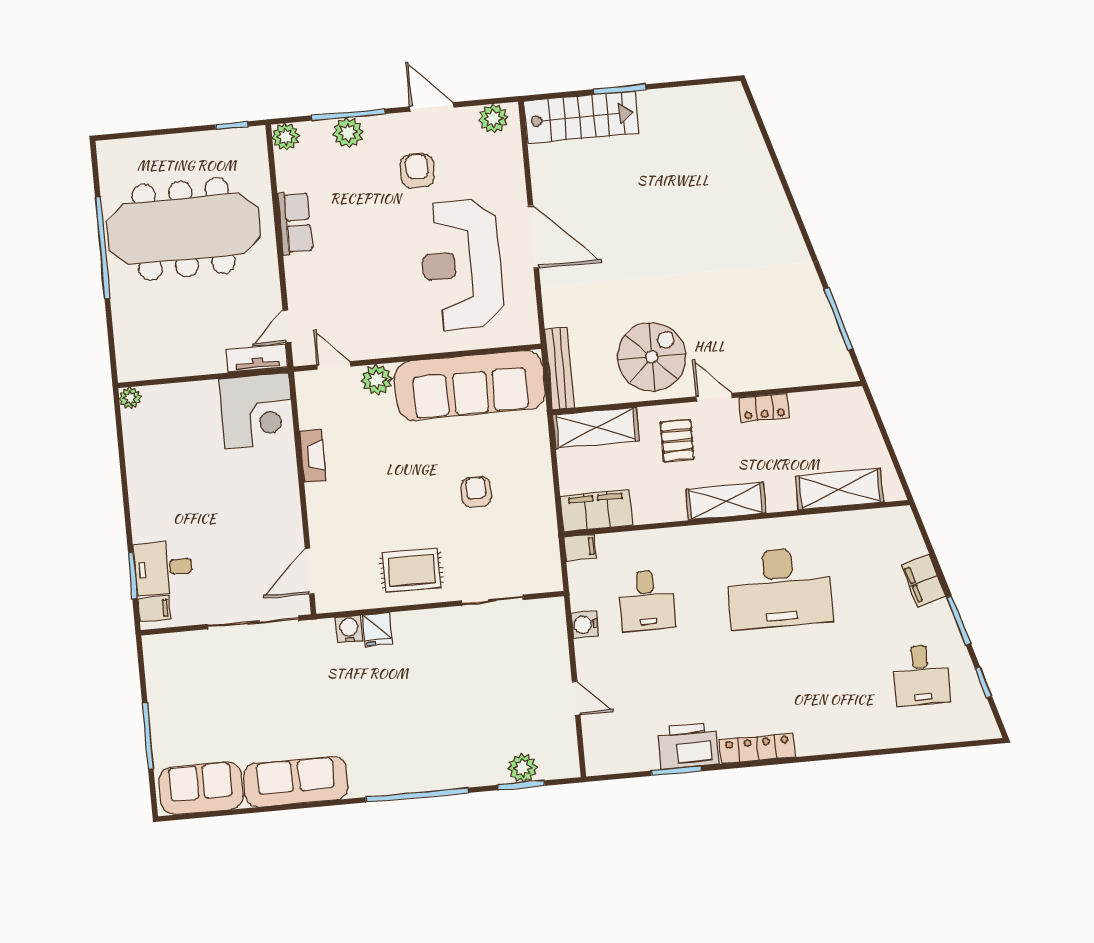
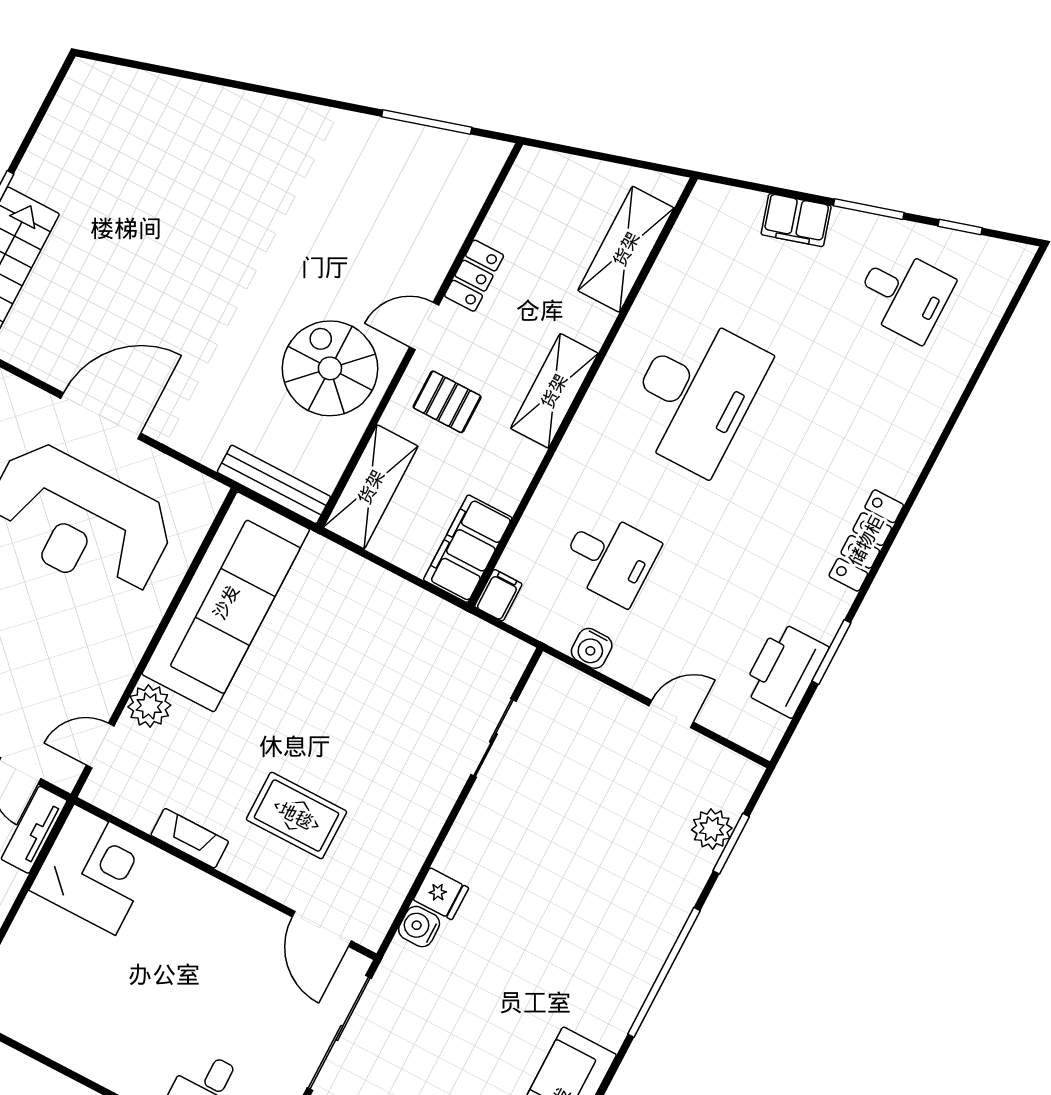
armchair: (476, 492) -> (355, 675), removed
rug: (411, 570) -> (296, 816), moved, turned 90
printer: (688, 746) -> (785, 670), moved

